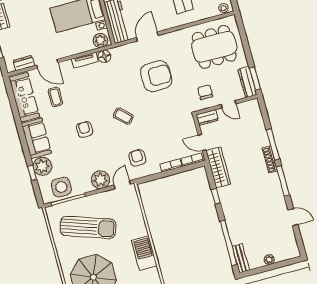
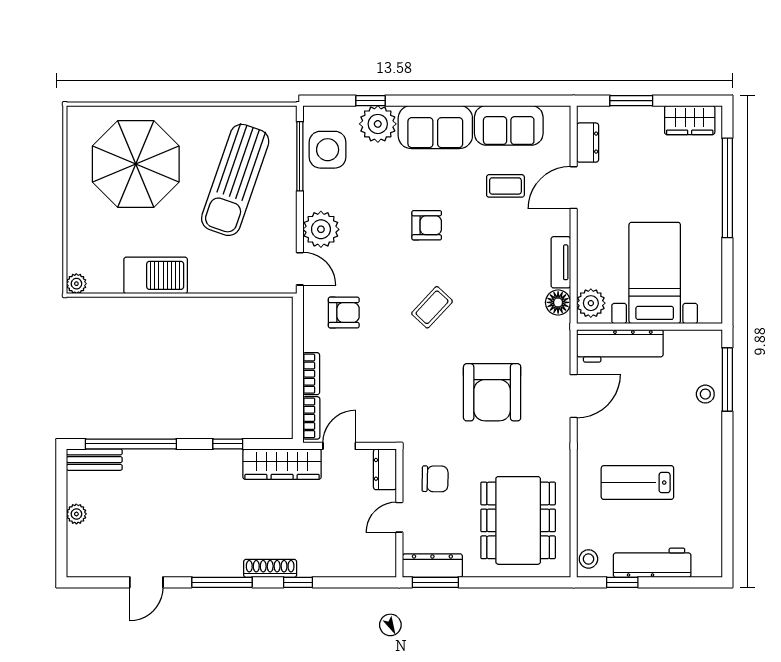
door: (147, 37) -> (574, 396), hinge flipped
sofa: (24, 97) -> (509, 125), width x0.73
window: (273, 144) -> (298, 582), width x0.46

